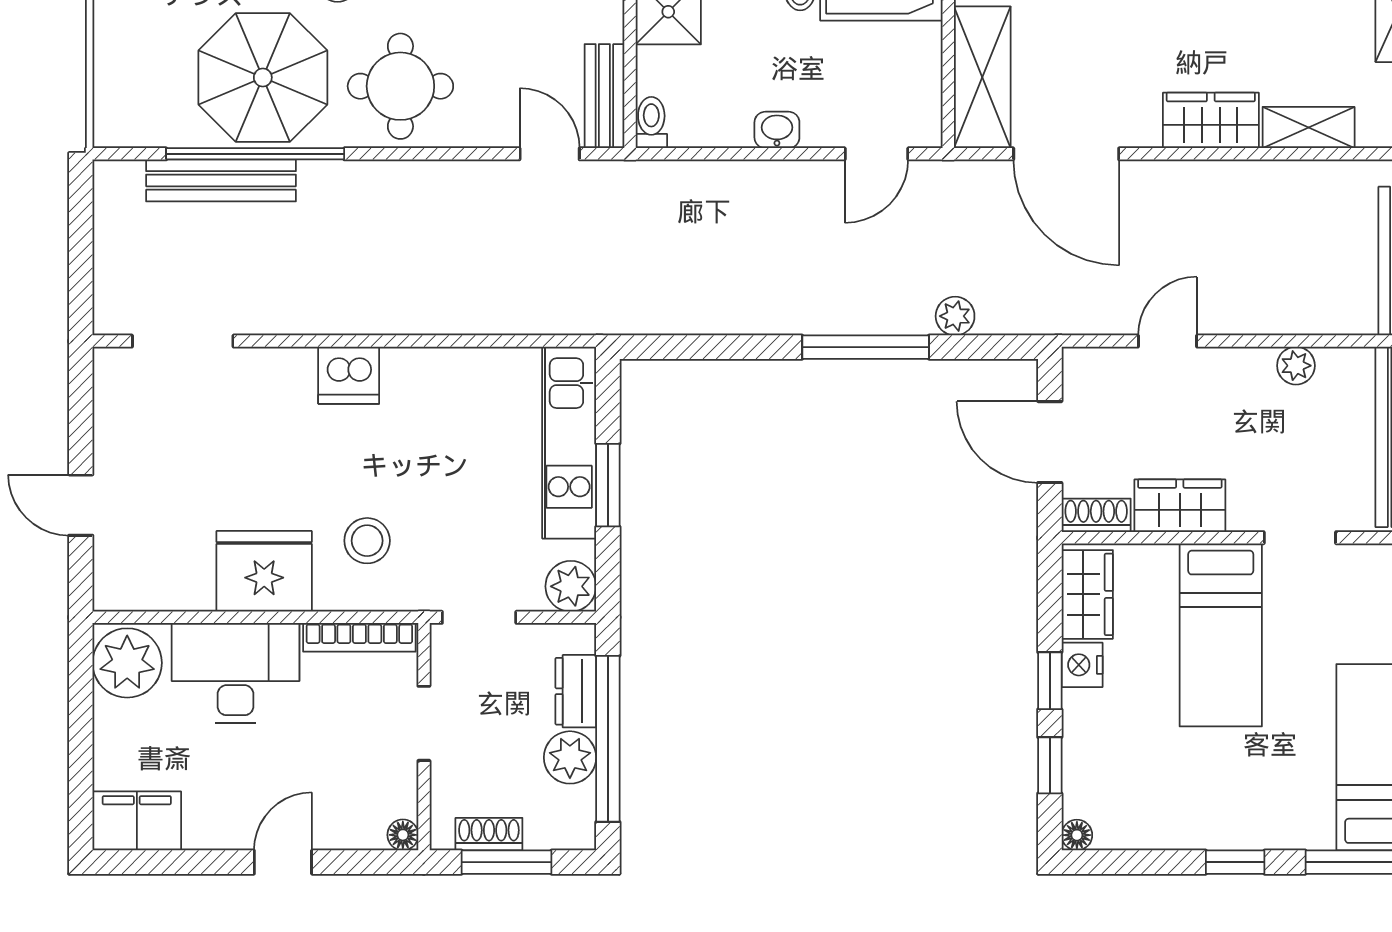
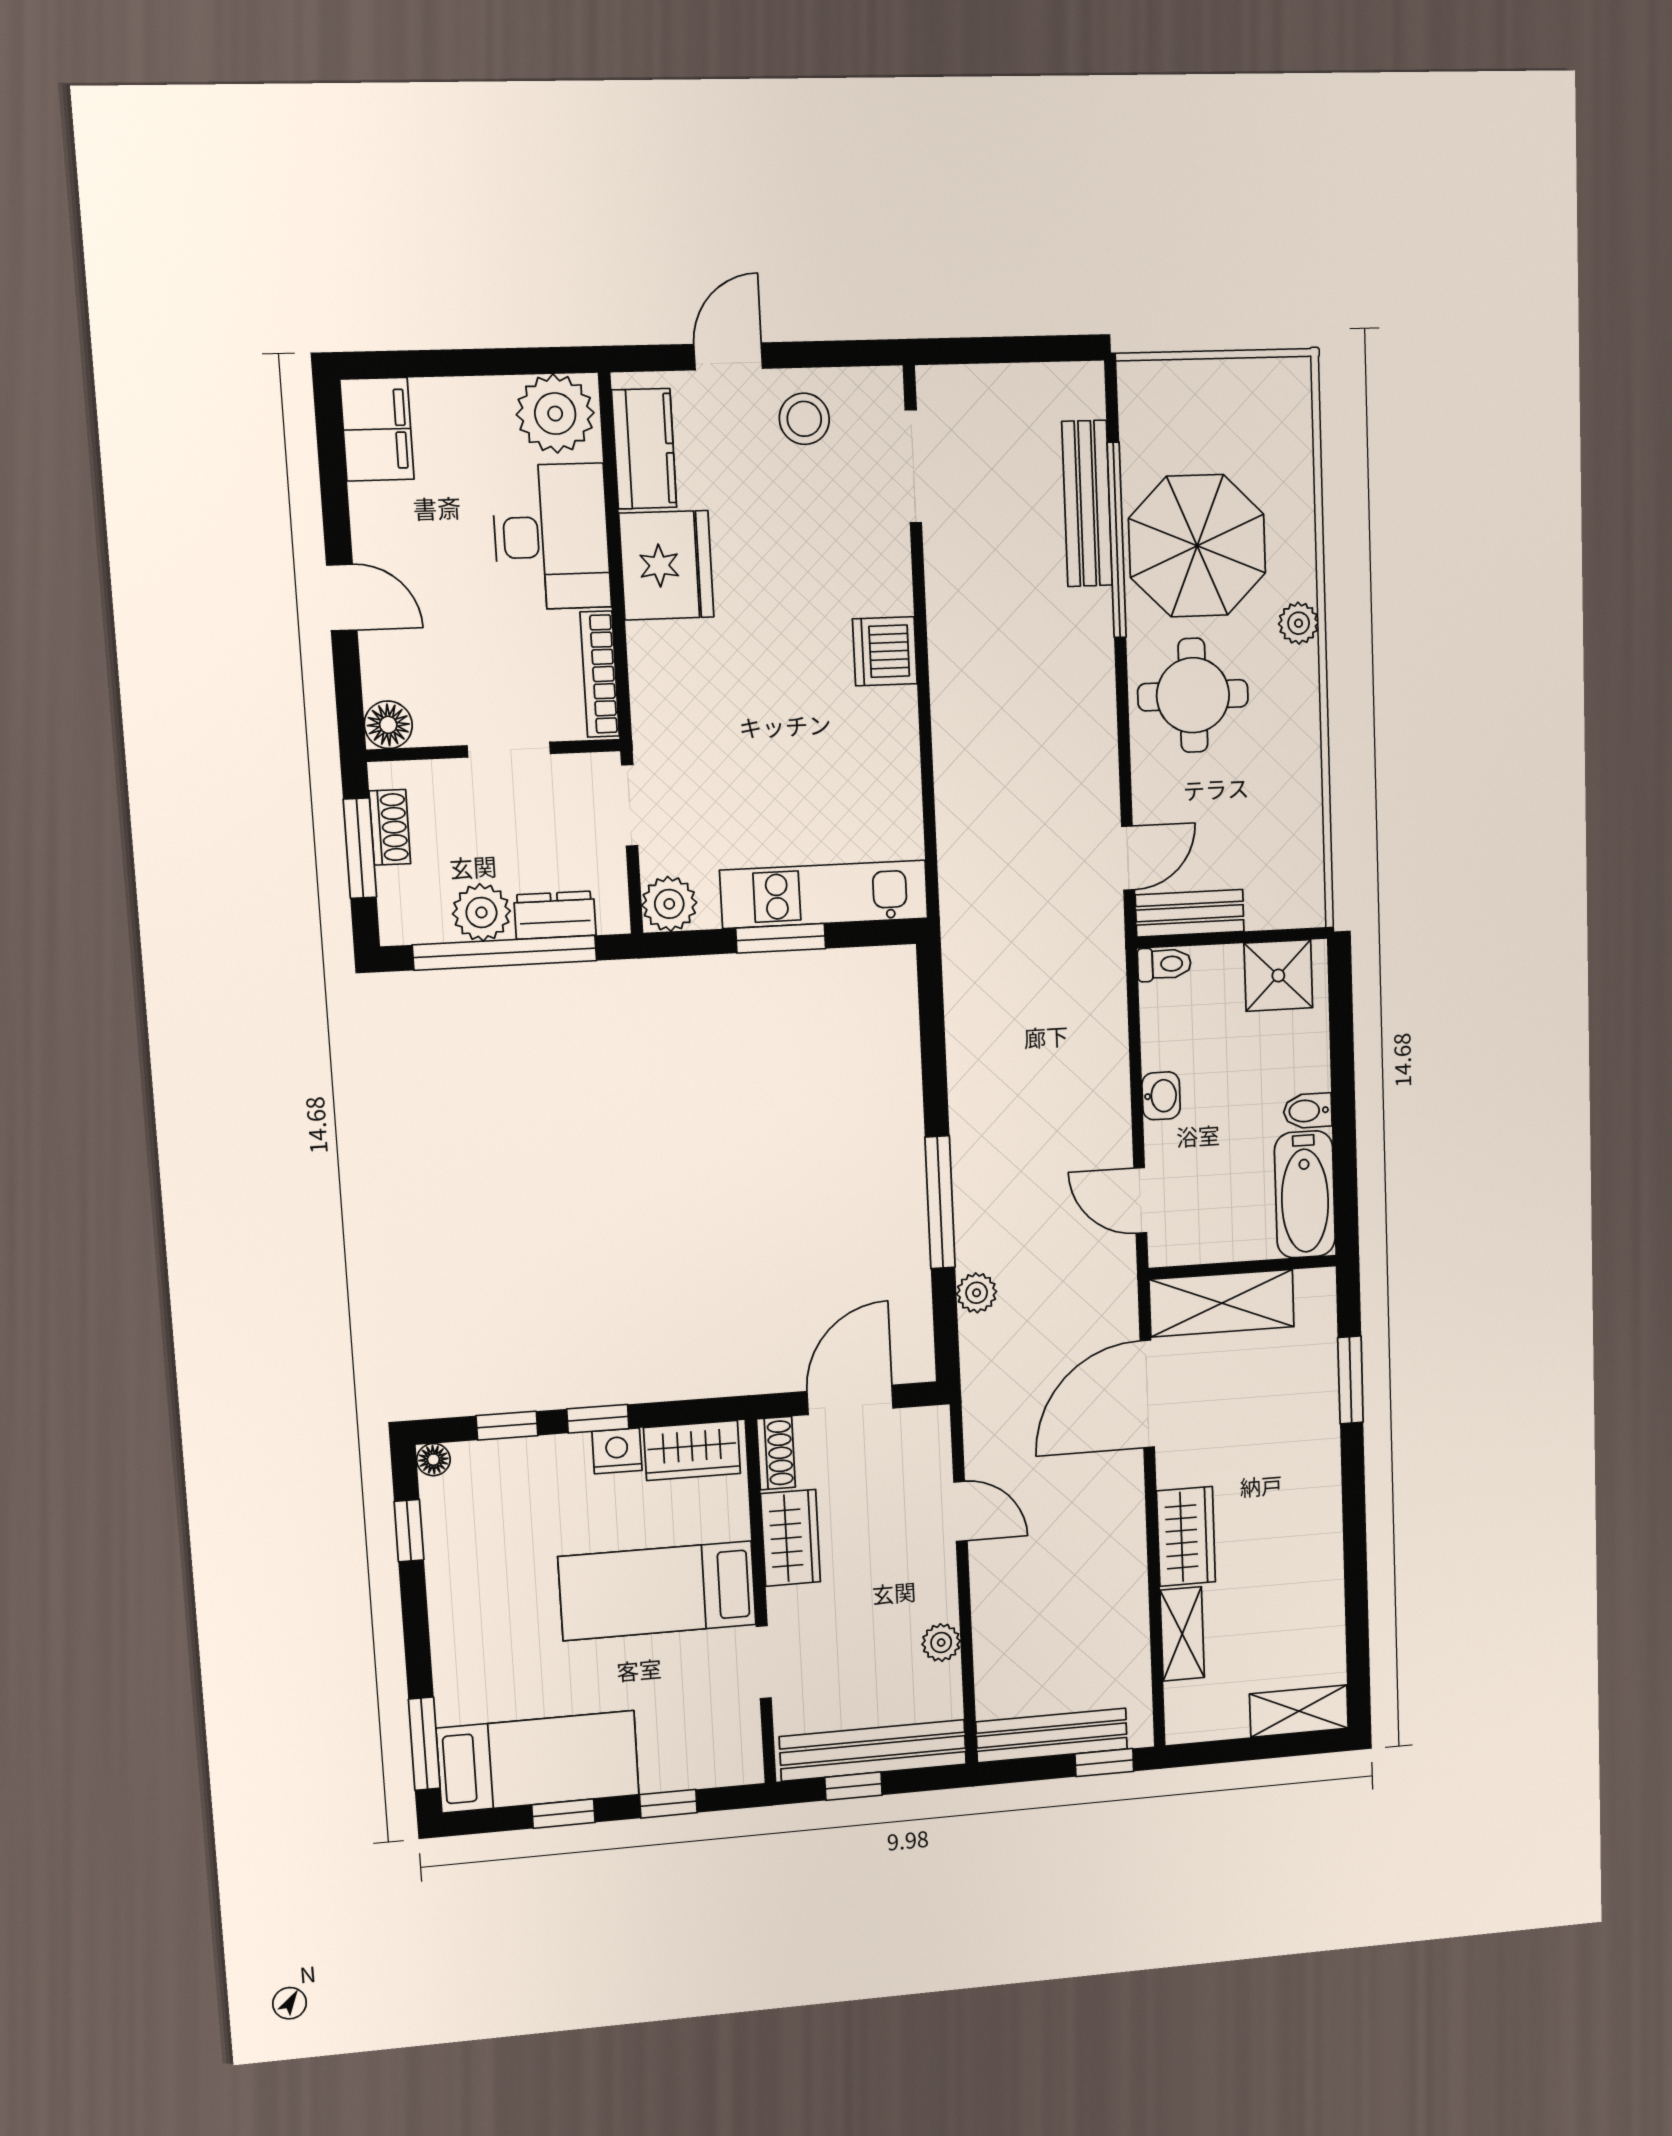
stool: (367, 541) -> (804, 419), moved
kitchen counter: (160, 585) -> (644, 449), added
floor lamp: (403, 835) -> (388, 725), width x1.37, depth x1.37
window: (1235, 862) -> (409, 1531), moved

